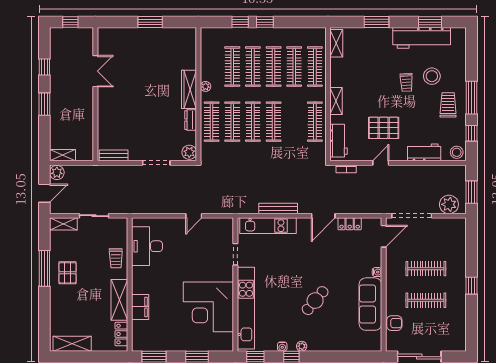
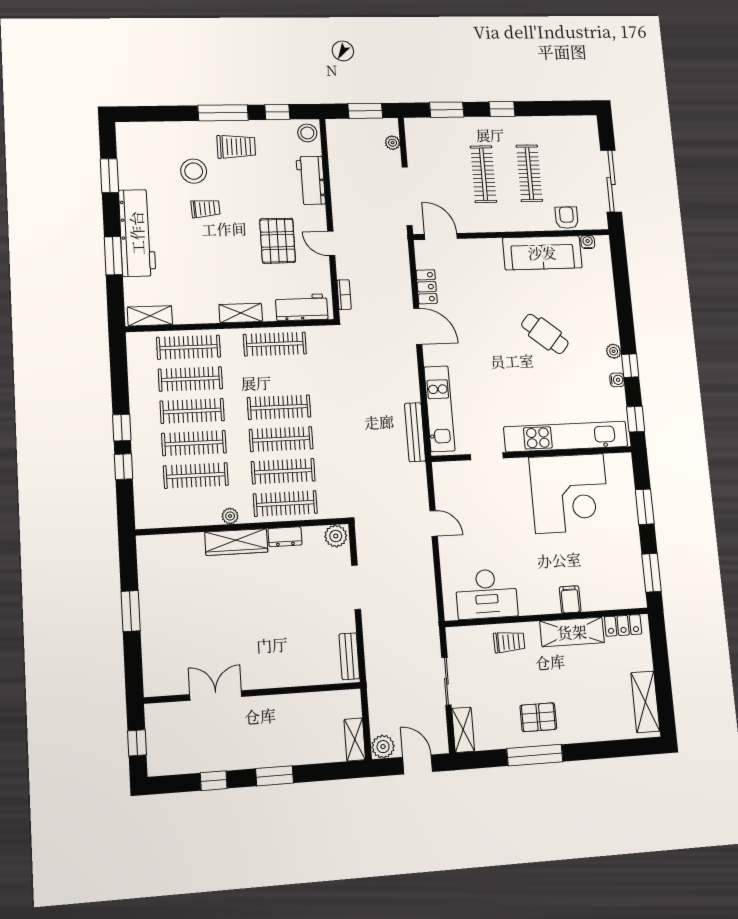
workbench: (422, 38) -> (137, 233), moved
trolley: (448, 105) -> (236, 147), turned 180
plant: (449, 204) -> (393, 143), width x0.53, depth x0.53
bench: (278, 208) -> (415, 432), moved
window: (471, 247) -> (447, 110), added
water cooler: (377, 272) -> (588, 242), moved
filing cabinet: (140, 307) -> (570, 599), width x0.50

